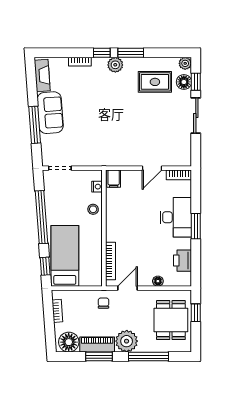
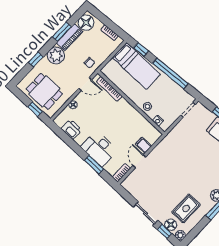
filing cabinet: (114, 179) -> (143, 145), moved
window: (196, 226) -> (94, 165), moved
door: (127, 288) -> (85, 84), hinge flipped
window: (149, 357) -> (36, 60), width x0.46

